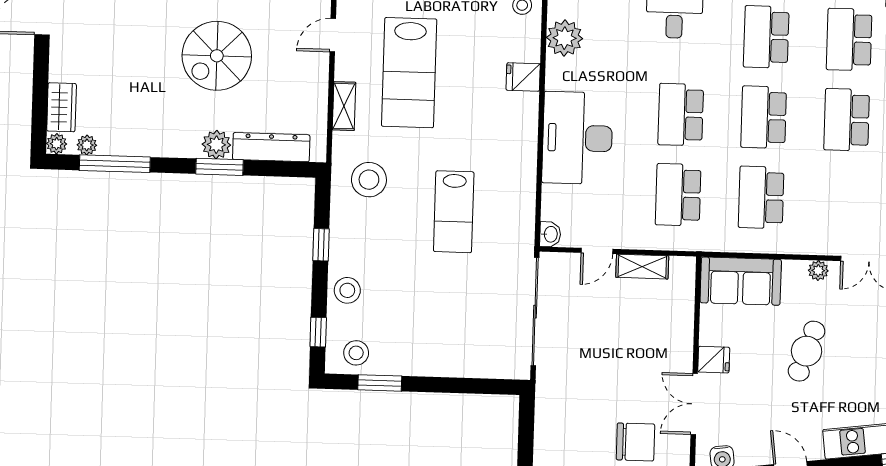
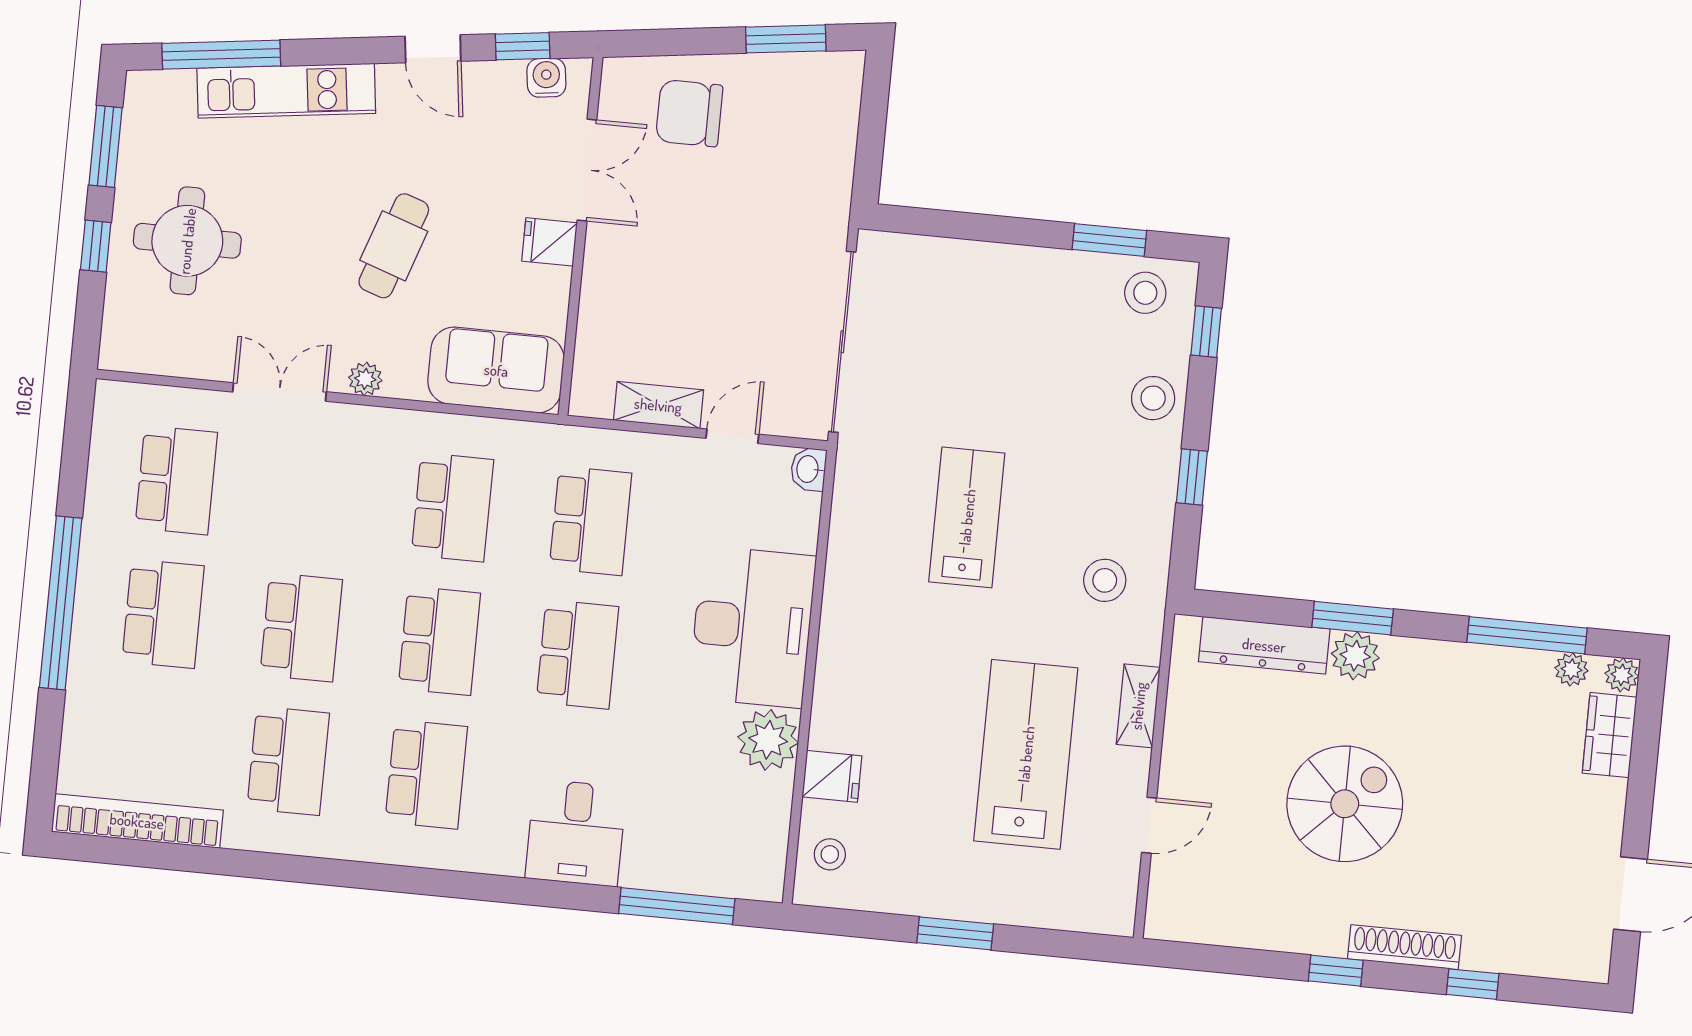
plant: (565, 38) -> (768, 740), moved
fridge: (523, 77) -> (832, 776), moved
stool: (369, 180) -> (1105, 580), width x0.73, depth x0.73

